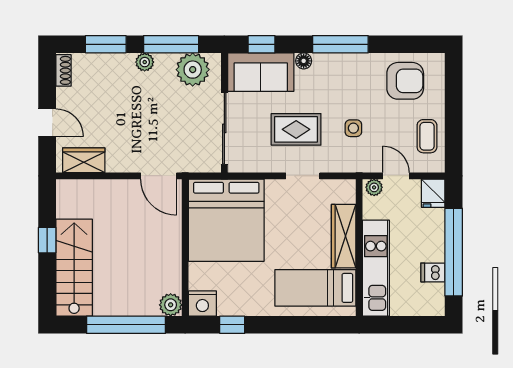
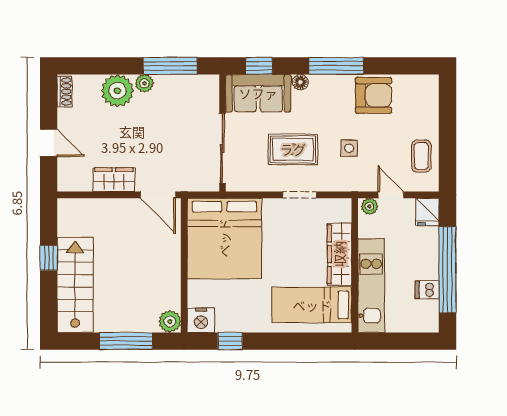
window: (106, 44) -> (106, 66), removed
plant: (193, 70) -> (117, 91), moved
armchair: (405, 81) -> (374, 95), moved
wardrobe: (84, 160) -> (114, 180), moved
window: (126, 325) -> (126, 341), width x0.68

